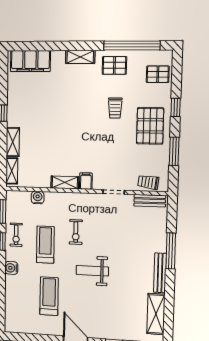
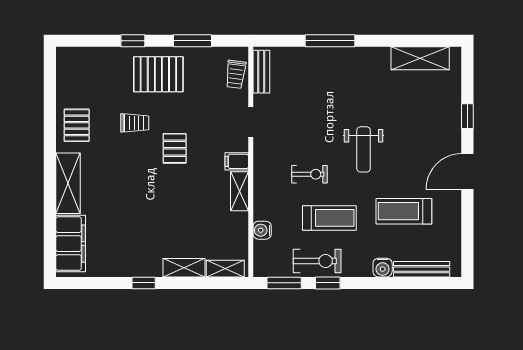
window: (132, 45) -> (50, 102), removed
shelving: (80, 57) -> (68, 183), width x1.50, depth x1.33
pallet: (158, 74) -> (175, 148), moved
exercise bike: (16, 235) -> (317, 261), width x1.38, depth x1.39
treadmill: (45, 245) -> (329, 218), turned 180
water cooler: (11, 268) -> (383, 268), moved
bench: (160, 273) -> (422, 269), moved

